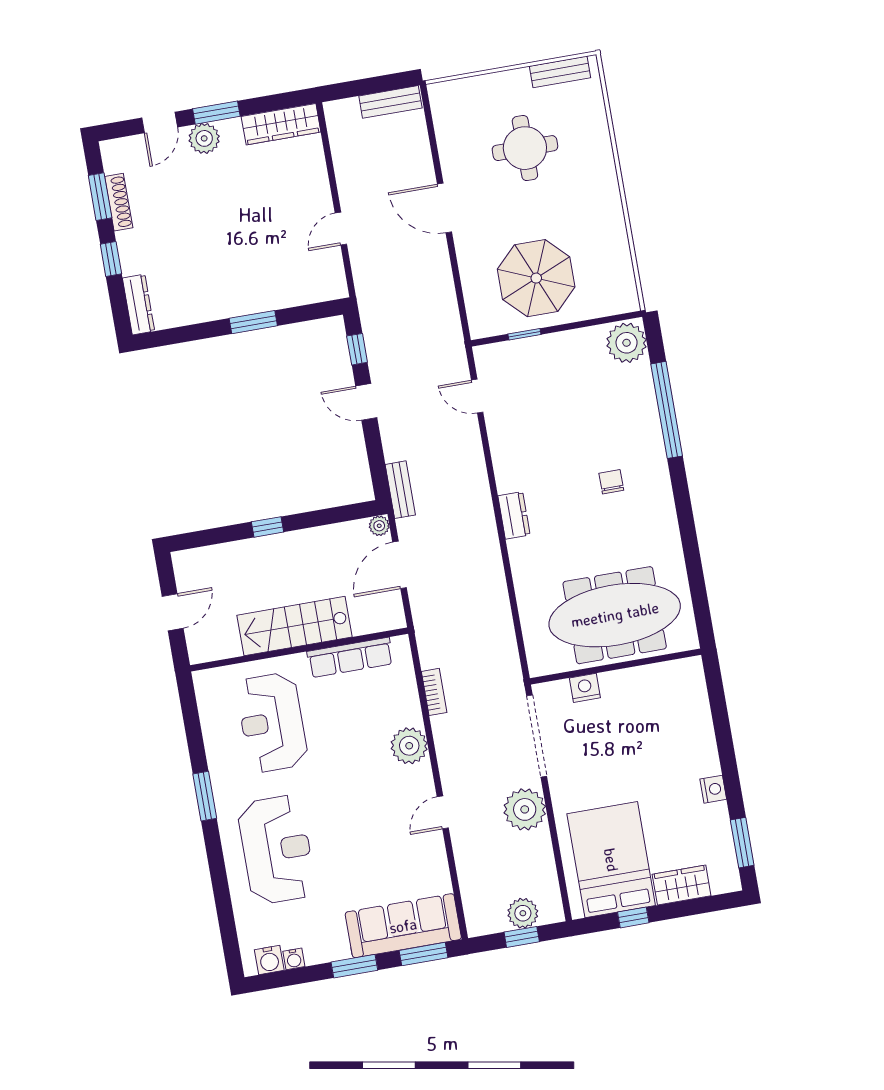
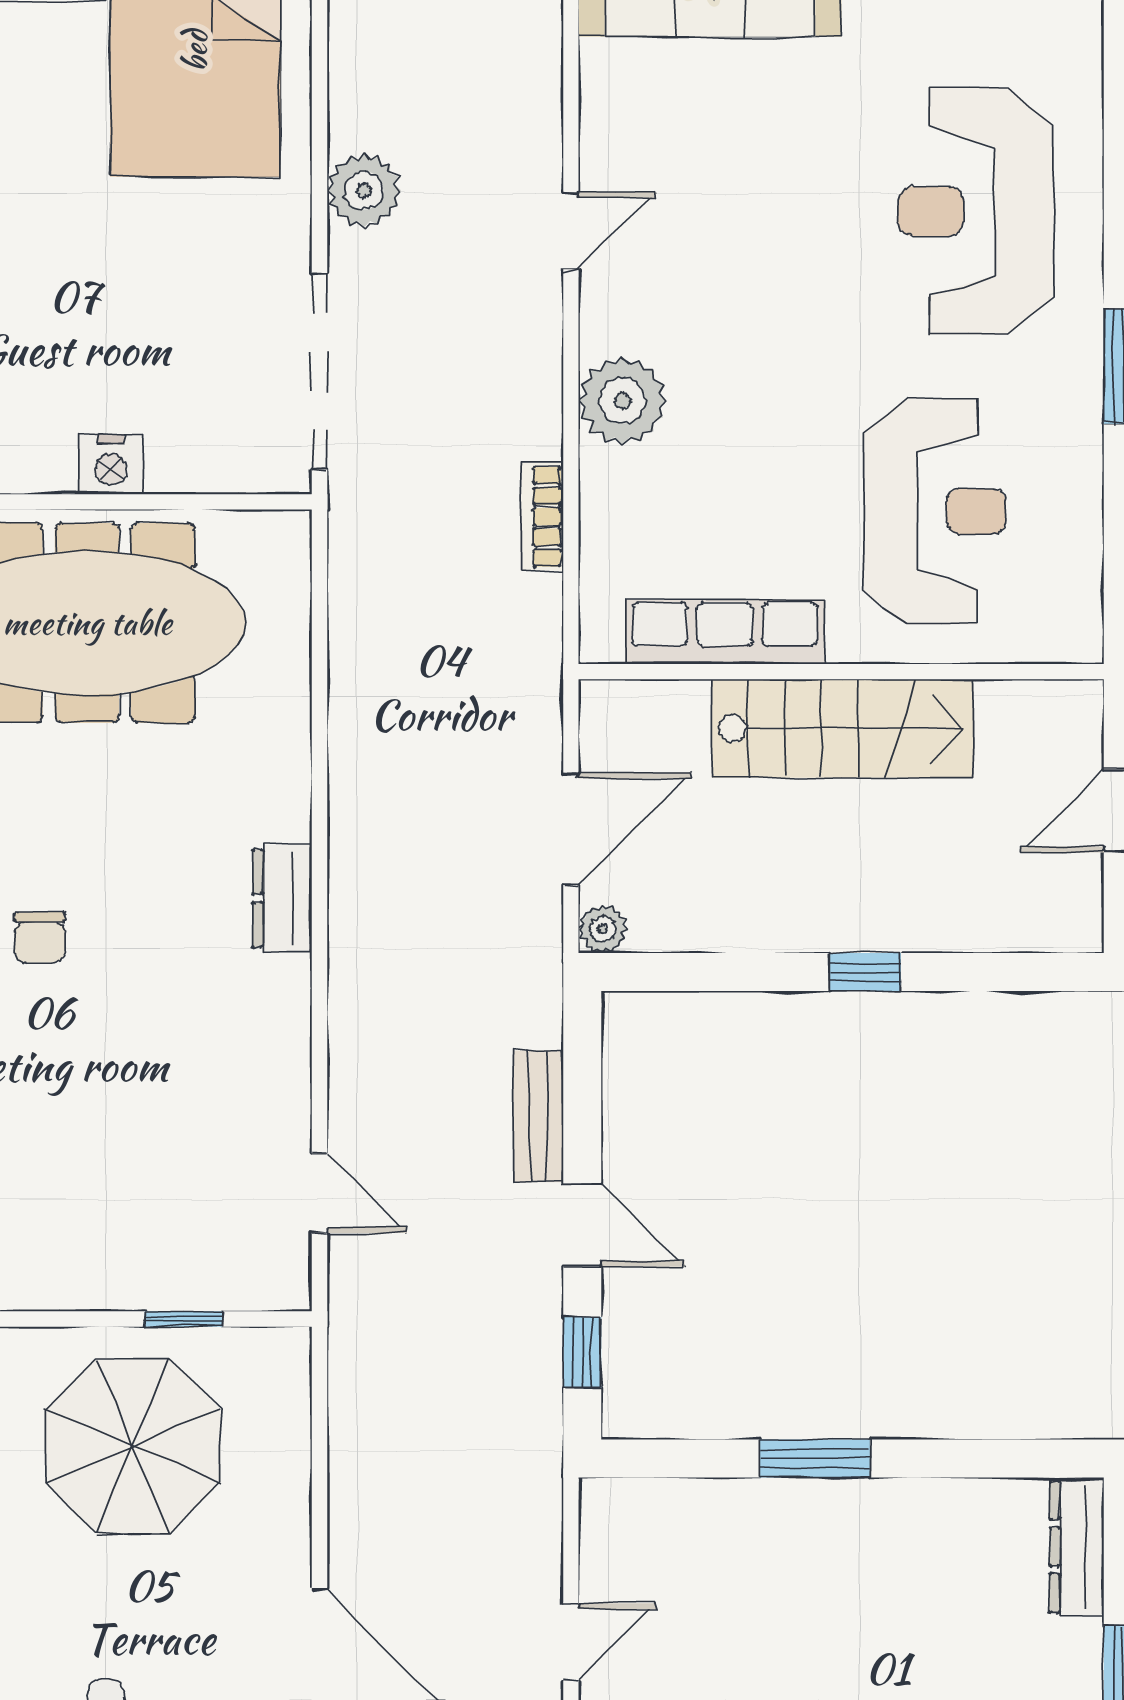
bench: (400, 490) -> (538, 1116), moved
nightstand: (585, 688) -> (111, 465), moved
plant: (525, 809) -> (364, 190), width x0.73, depth x0.73

